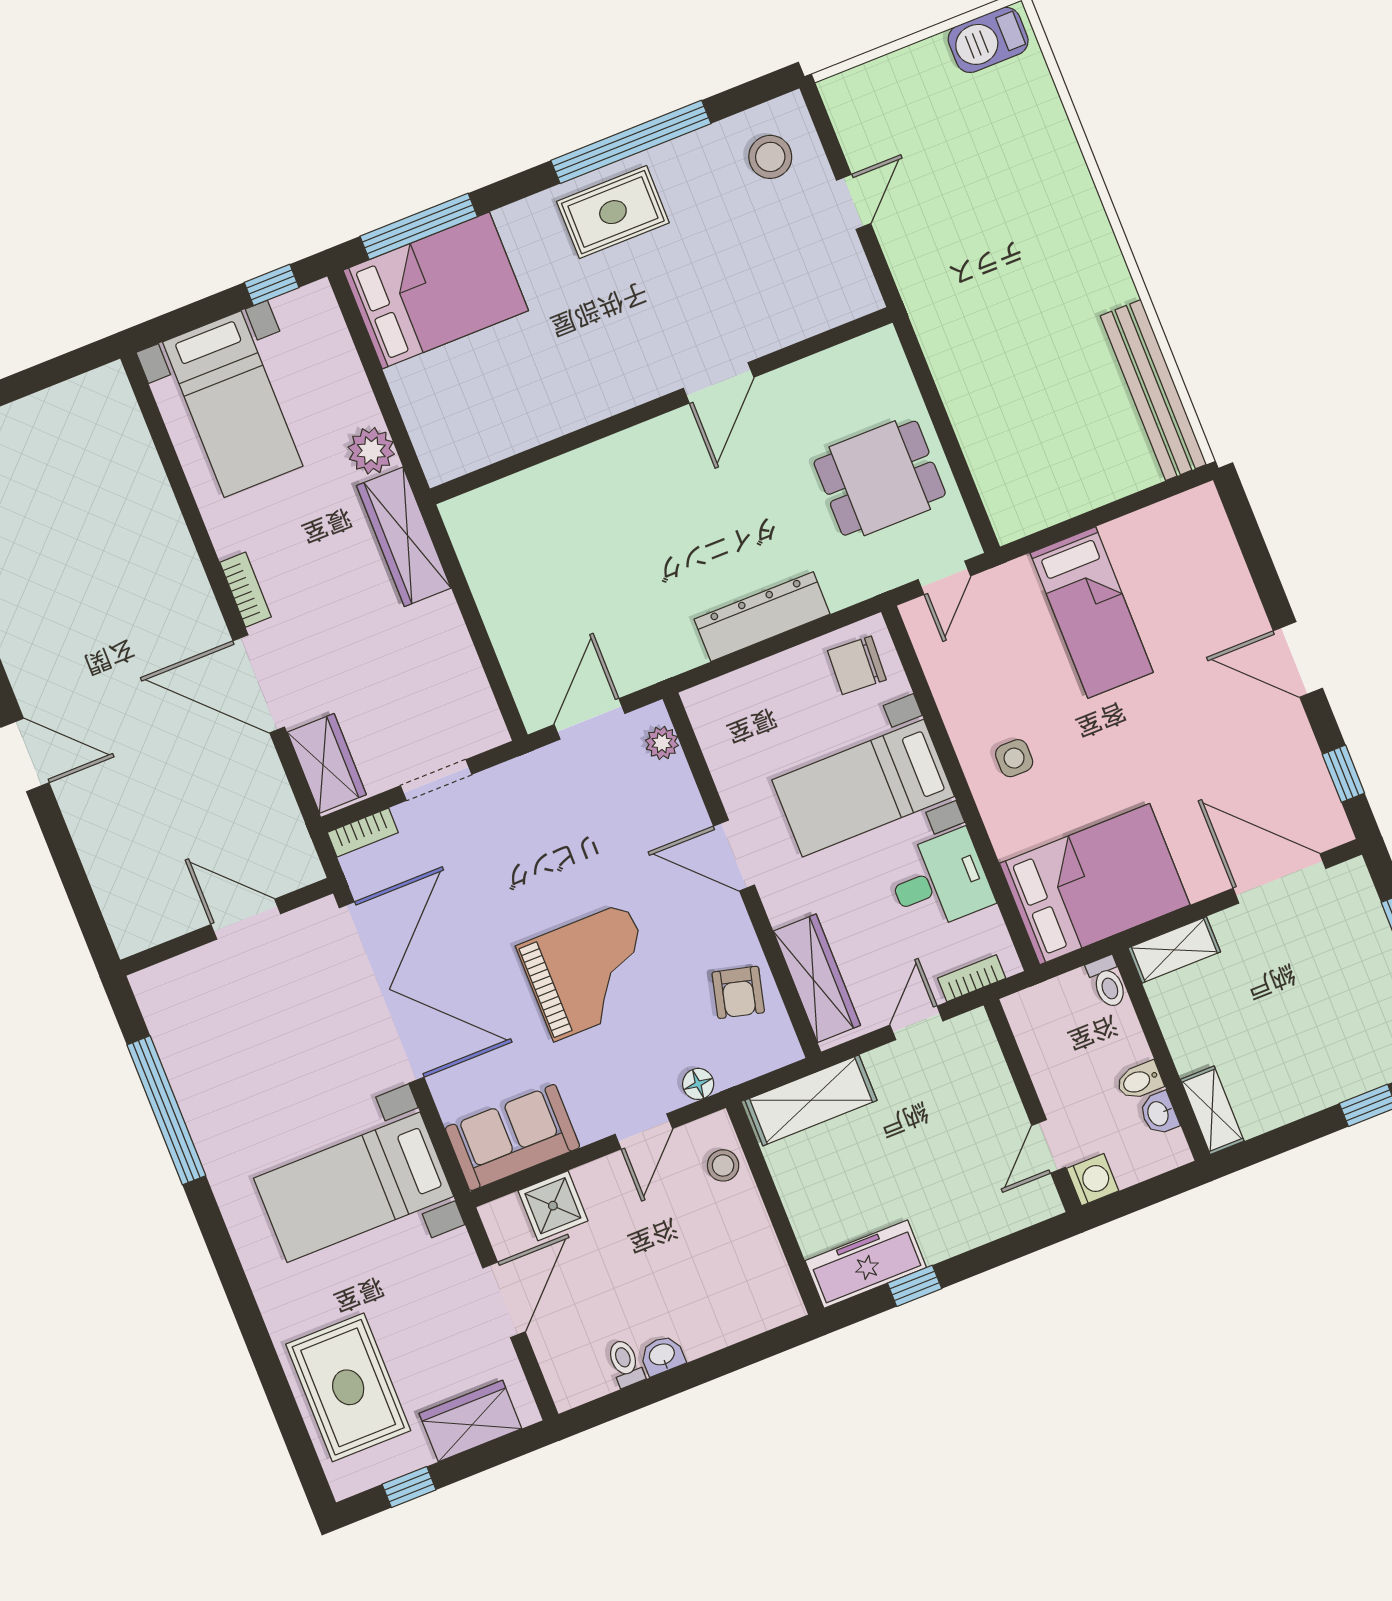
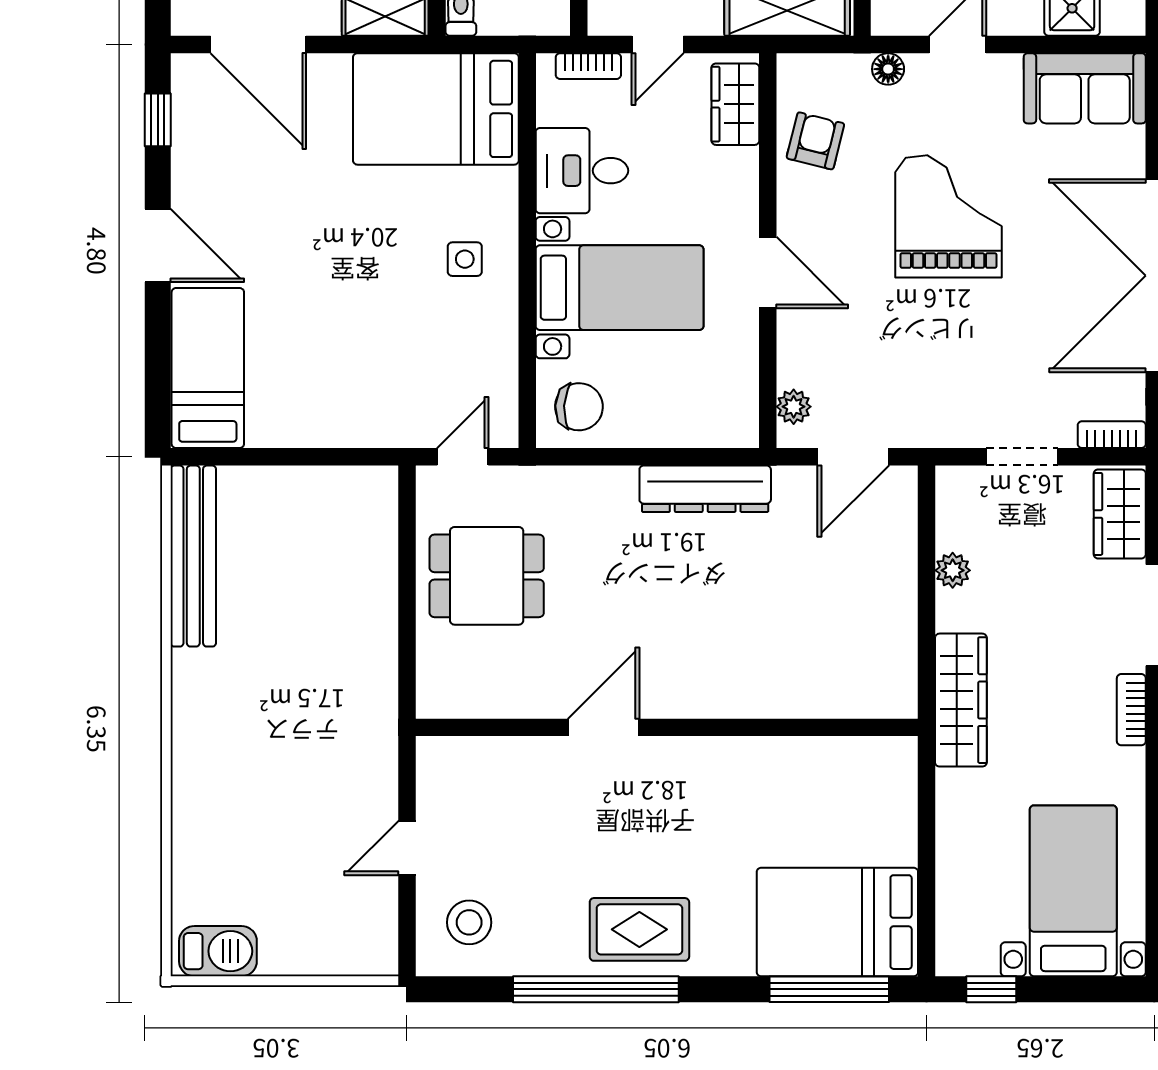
plant: (371, 451) -> (953, 570), moved, width x0.73, depth x0.73
bed: (1092, 613) -> (208, 368), moved
dresser: (762, 617) -> (705, 489), moved
grand piano: (590, 972) -> (948, 216), turned 90
wardrobe: (817, 978) -> (735, 104), width x0.67

